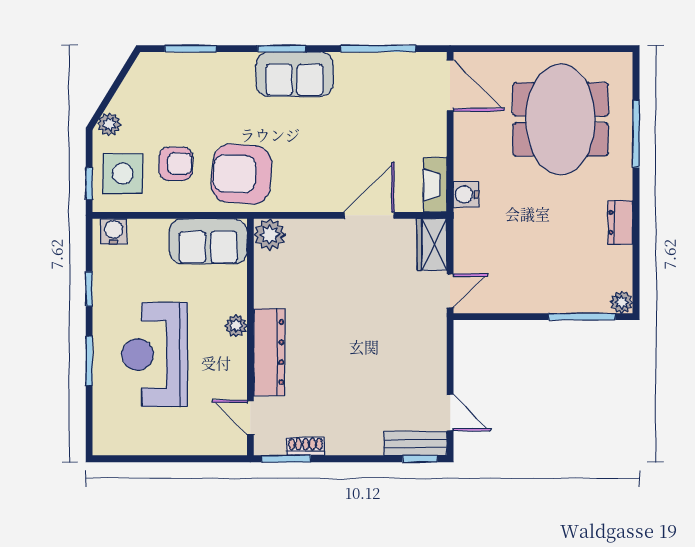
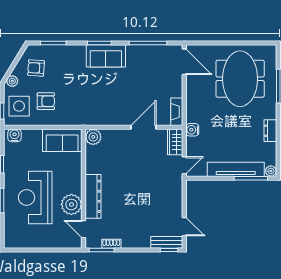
armchair: (241, 174) -> (36, 68), moved, width x0.53, depth x0.53
water cooler: (466, 194) -> (192, 130), moved
tv unit: (552, 299) -> (236, 169), added
plant: (236, 326) -> (71, 204), moved, width x1.88, depth x1.88

